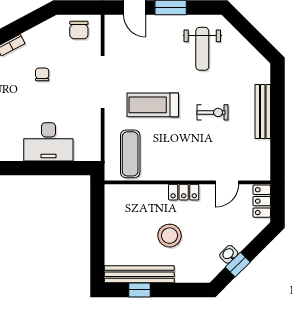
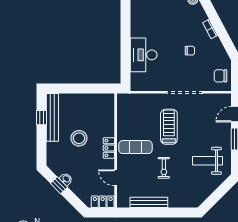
bench: (263, 112) -> (149, 202), moved
exercise mat: (130, 154) -> (135, 147), moved

